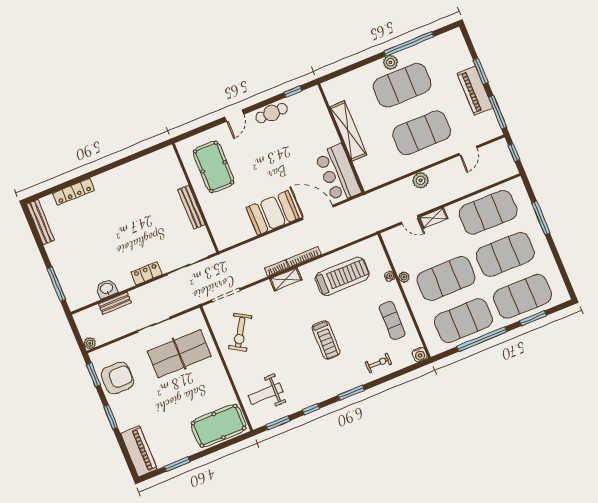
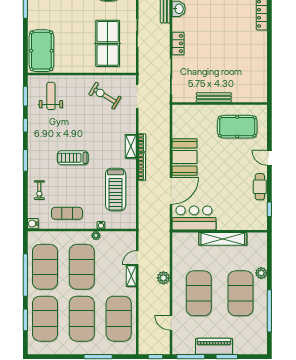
plant: (390, 62) -> (261, 273), moved

